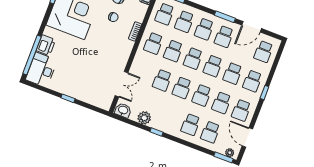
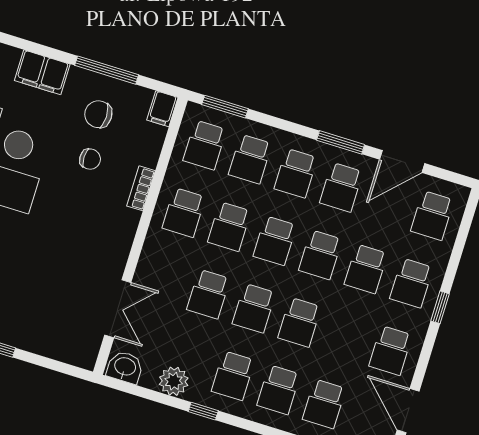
school desk: (221, 103) -> (233, 376), moved

